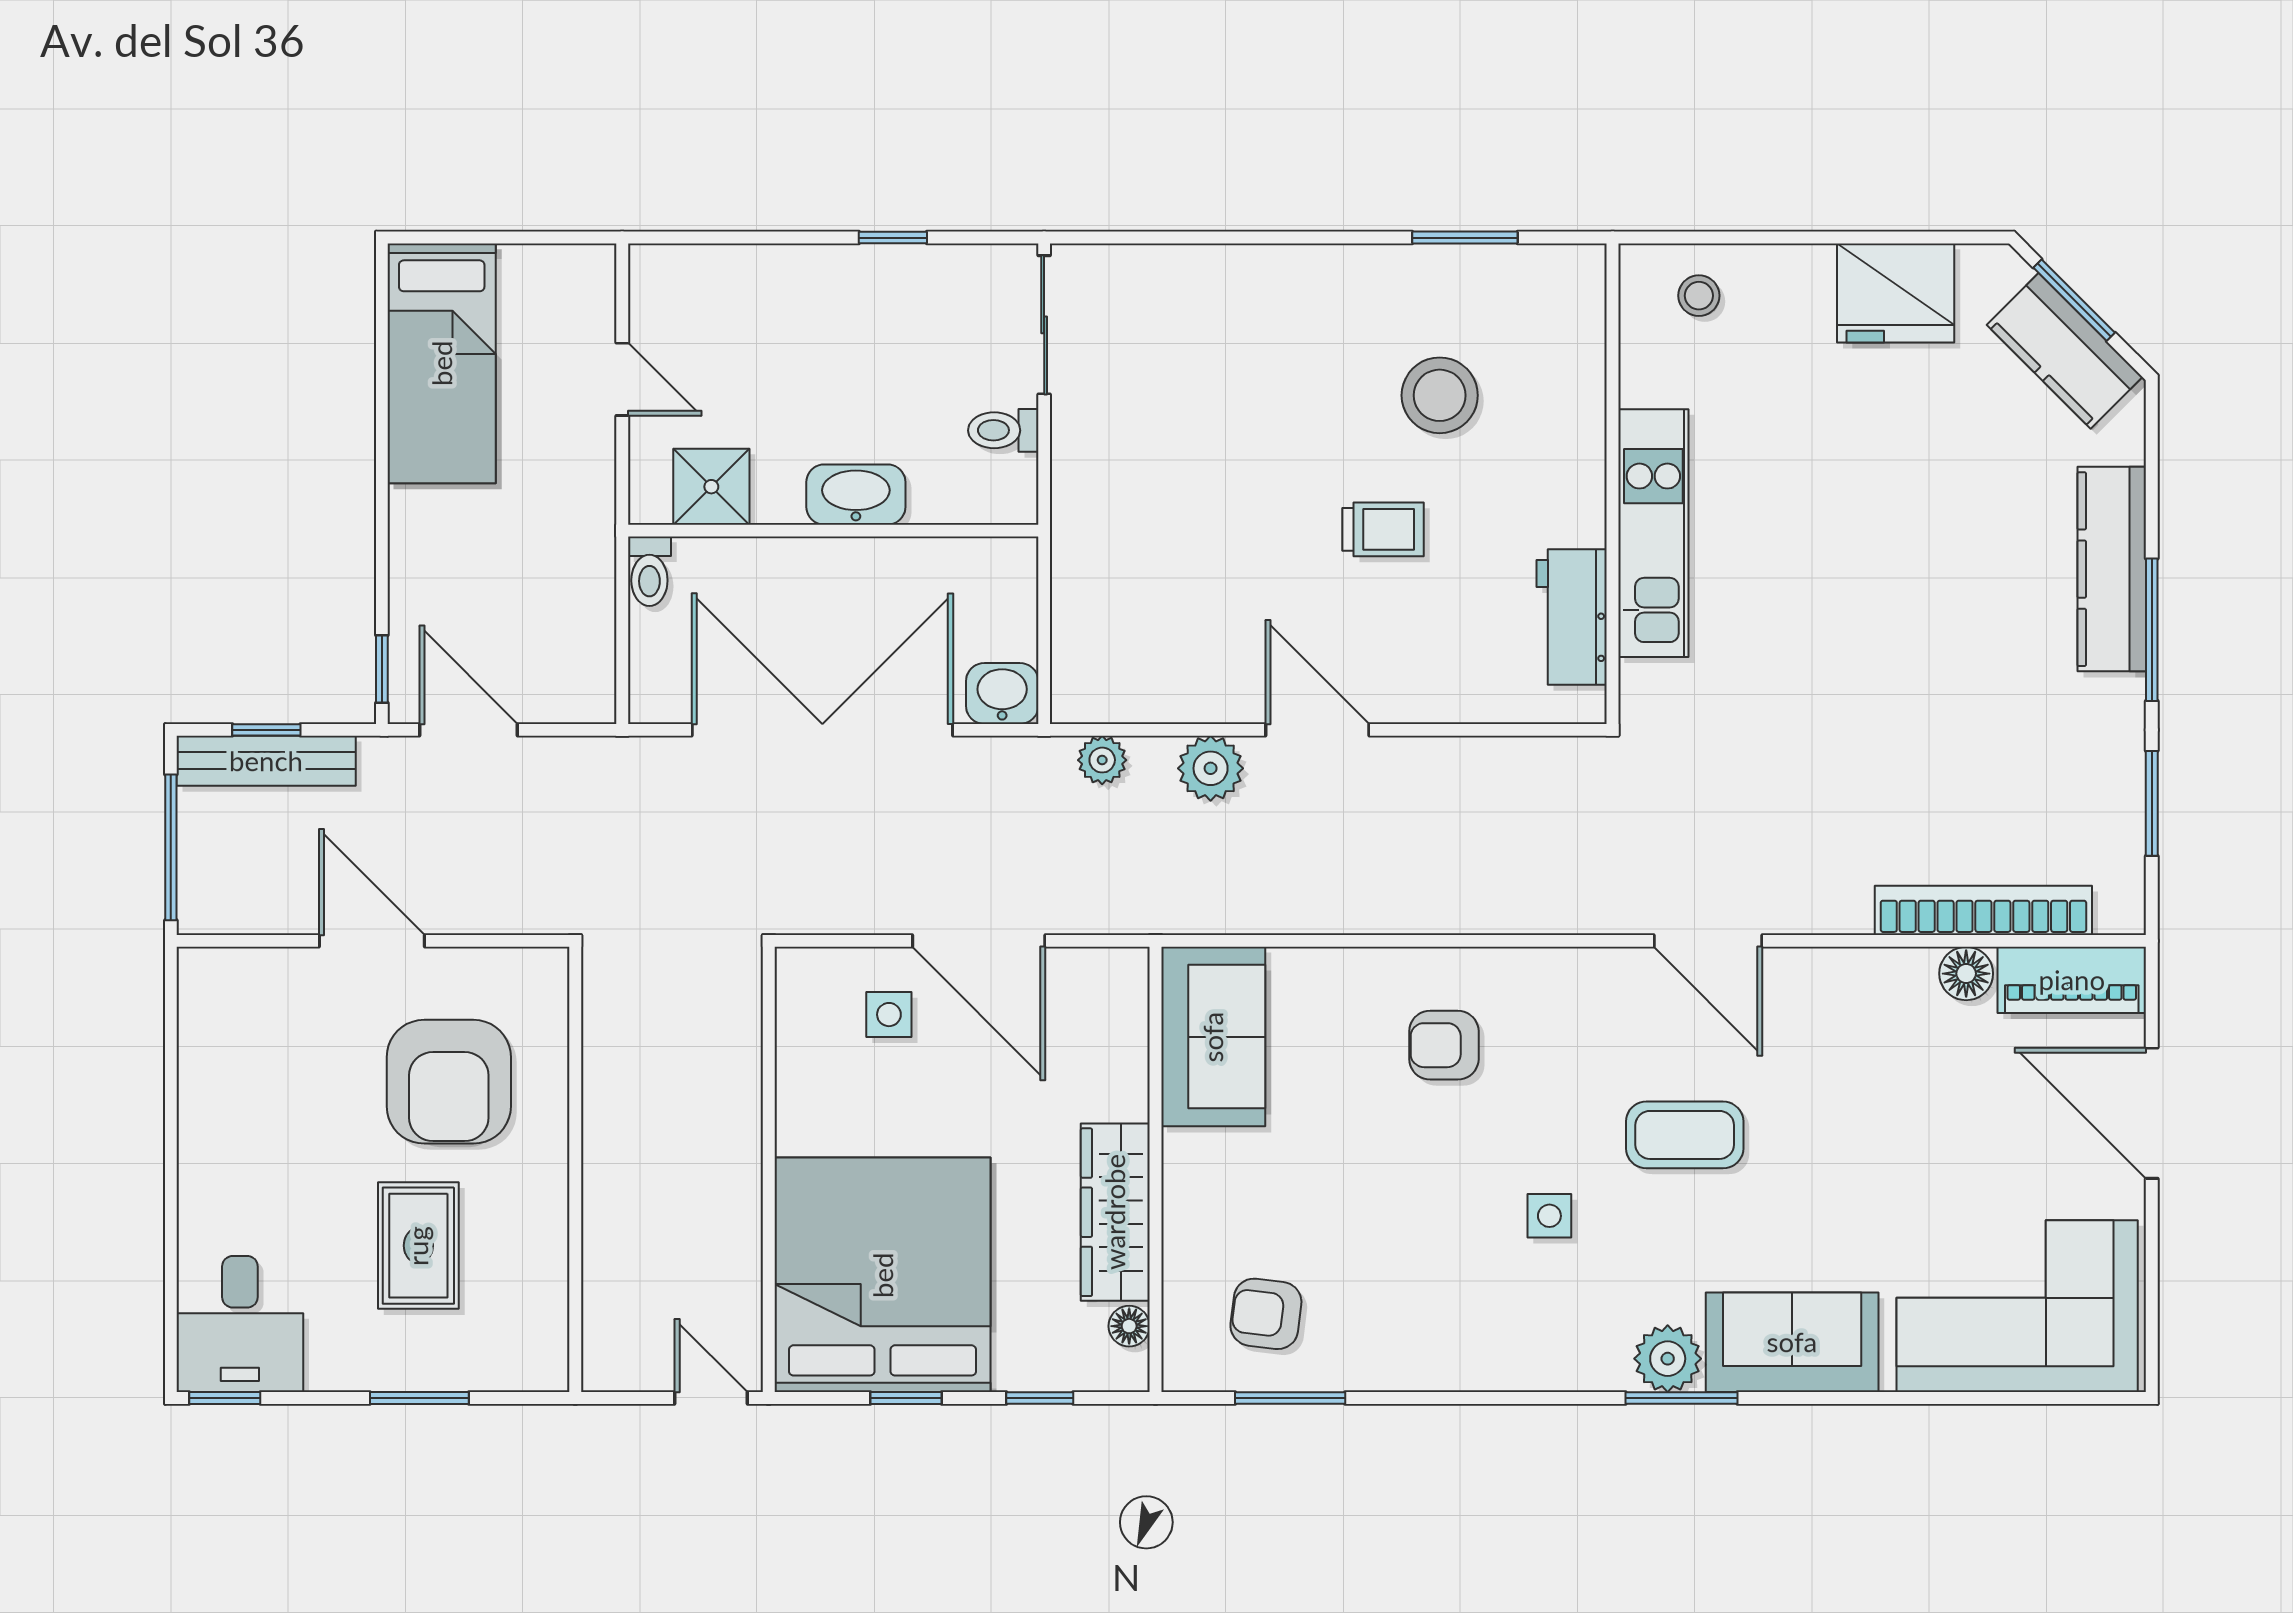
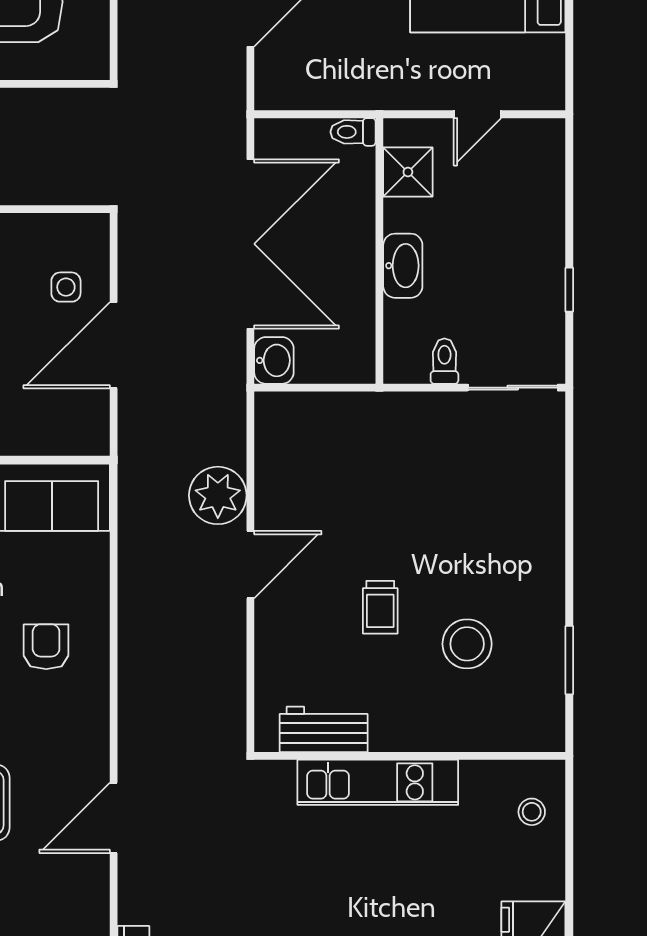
plant: (1102, 760) -> (231, 425), removed
plant: (1211, 768) -> (218, 495), width x1.36, depth x1.36

